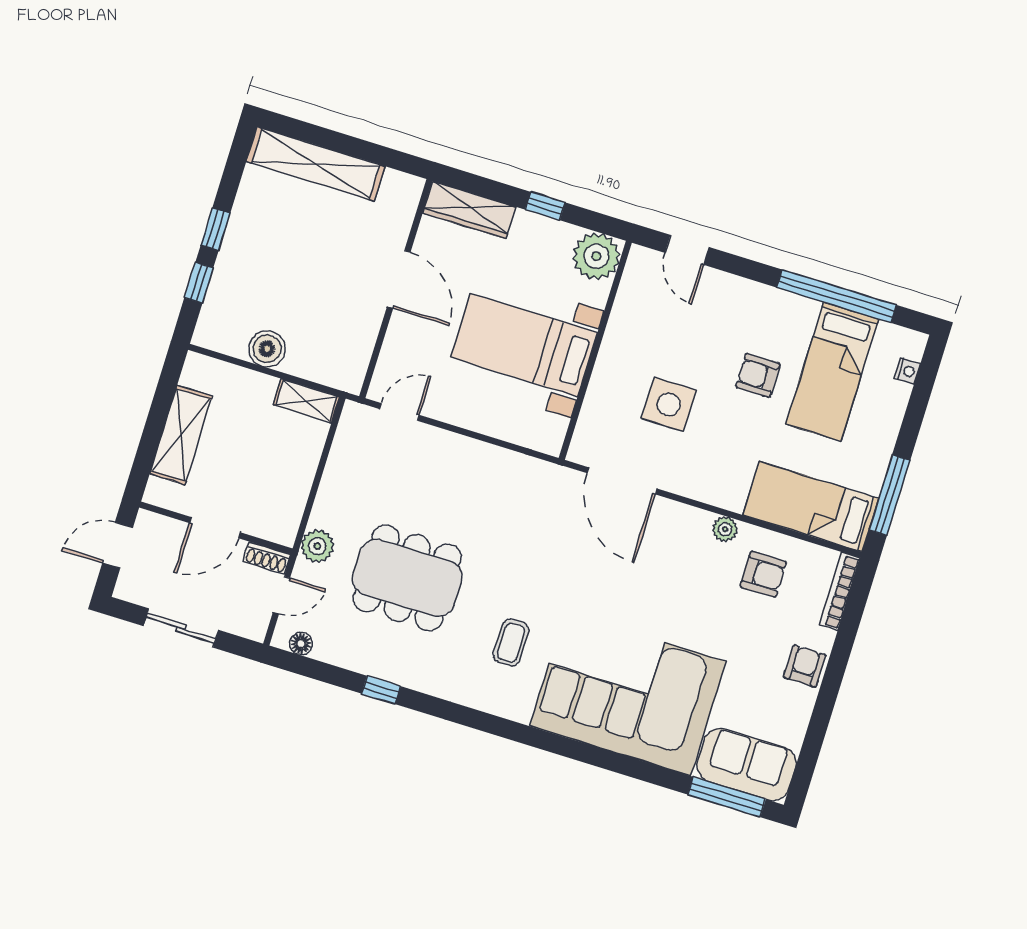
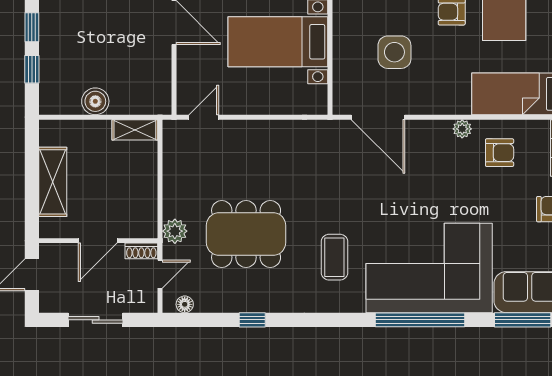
coffee table: (511, 643) -> (334, 257), width x1.36, depth x1.30
window: (596, 756) -> (420, 320), added

